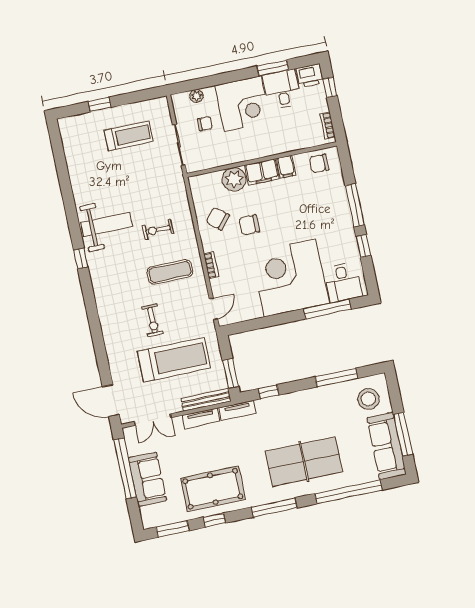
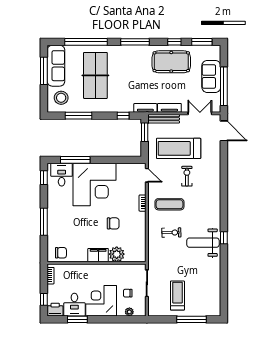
window: (100, 104) -> (192, 319), width x2.17
treadmill: (129, 136) -> (177, 296), turned 90
filing cabinet: (286, 167) -> (82, 255), removed
chair: (218, 219) -> (132, 232), removed
window: (363, 246) -> (44, 178), moved
window: (81, 258) -> (224, 238), moved
door: (213, 309) -> (147, 175), swing flipped
table tennis table: (304, 461) -> (95, 75), moved, turned 90

